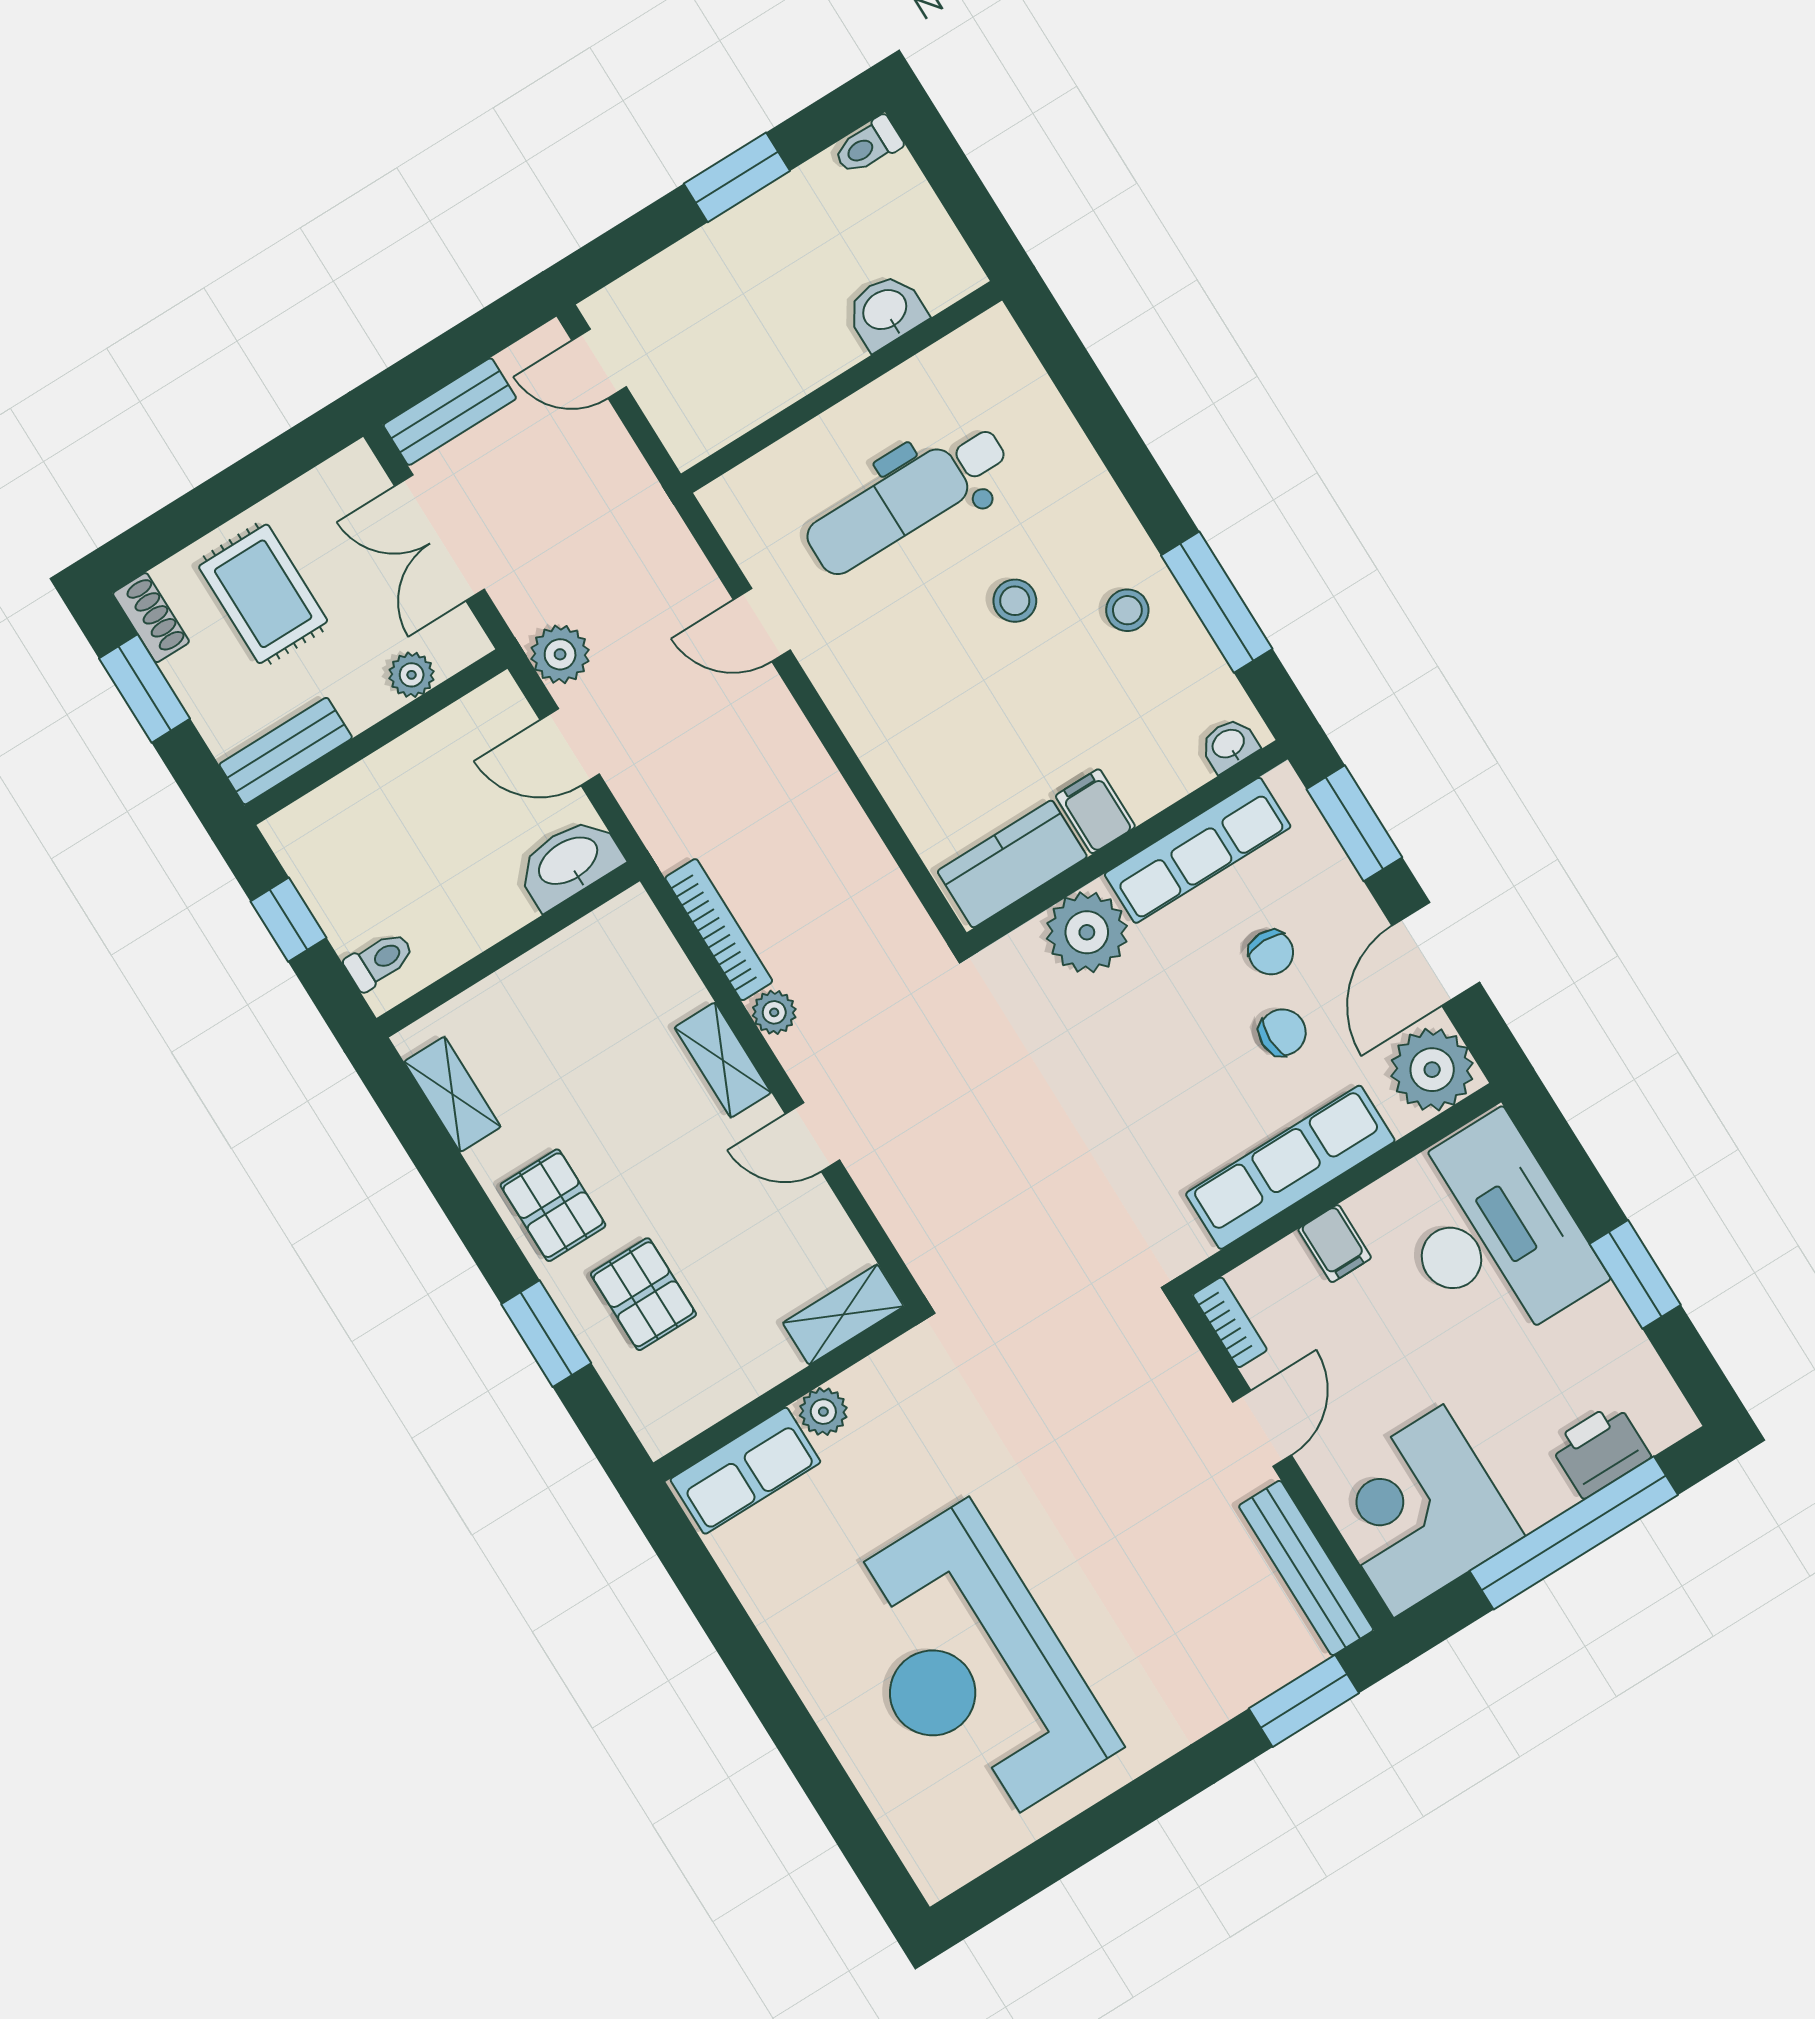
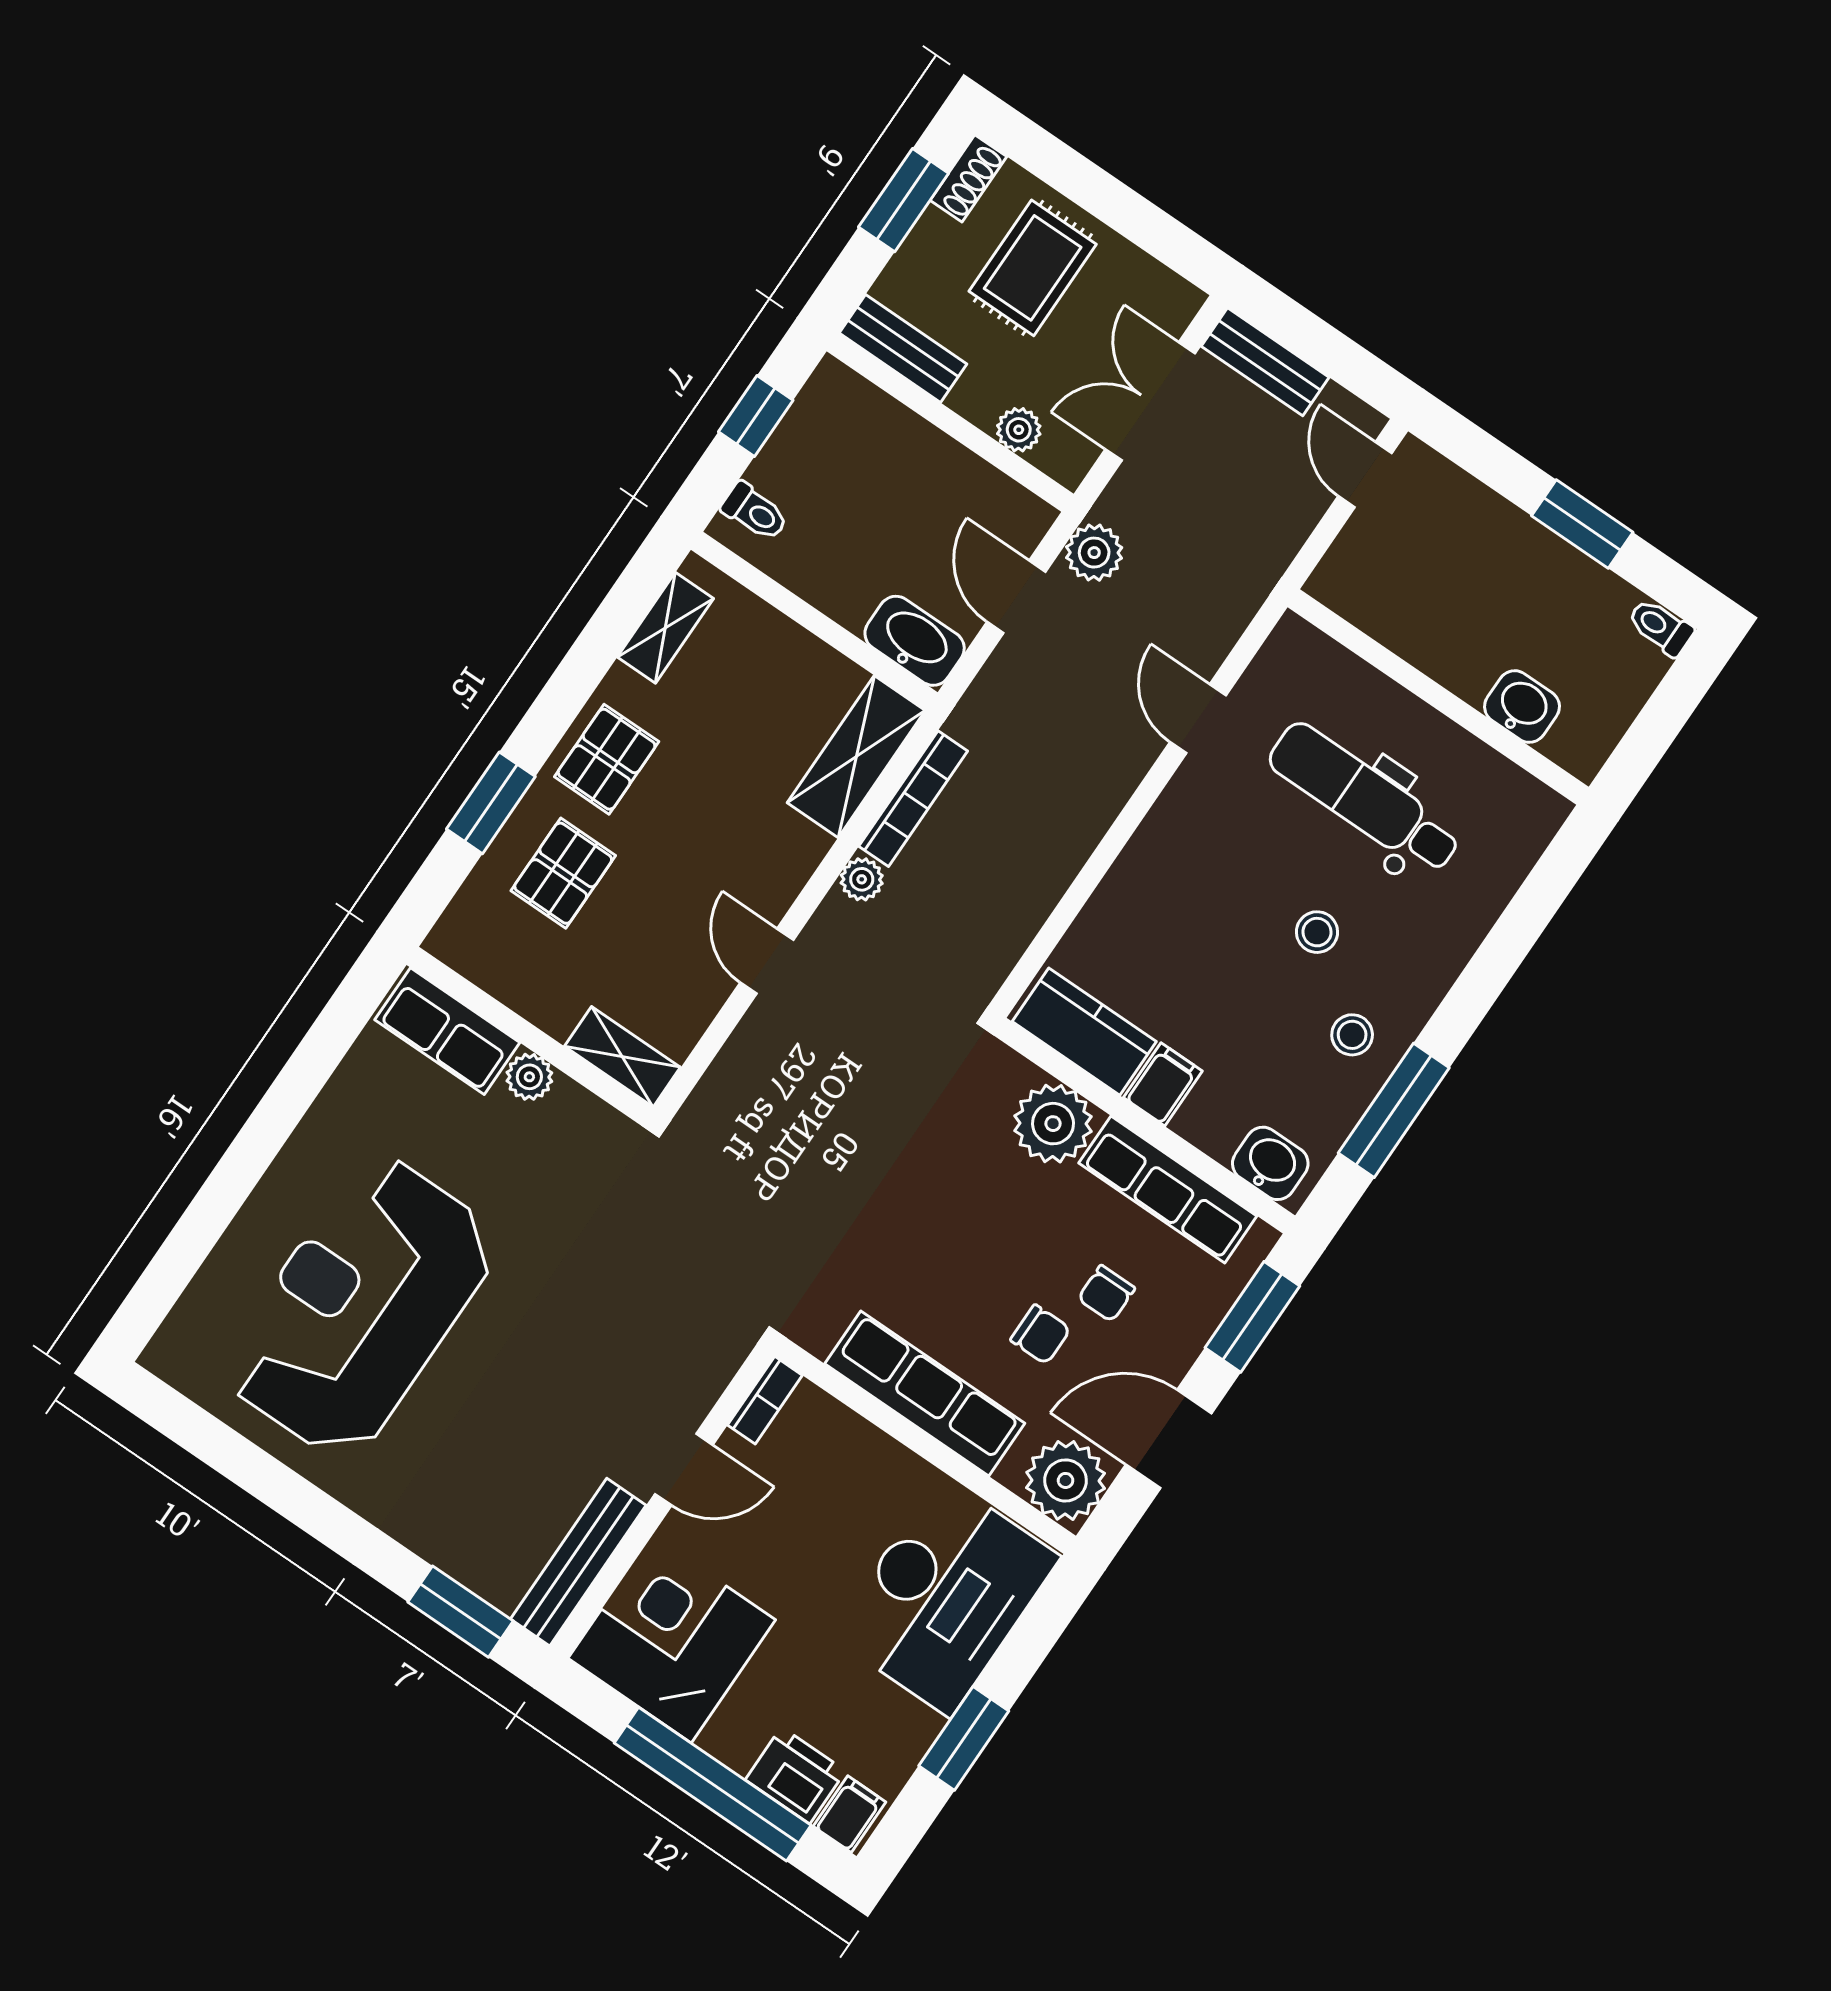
washbasin: (1229, 745) -> (1270, 1163), width x1.38, depth x1.45
shelving: (723, 1060) -> (856, 757), moved, width x1.50, depth x1.33
filing cabinet: (1335, 1244) -> (850, 1814), moved, turned 180

